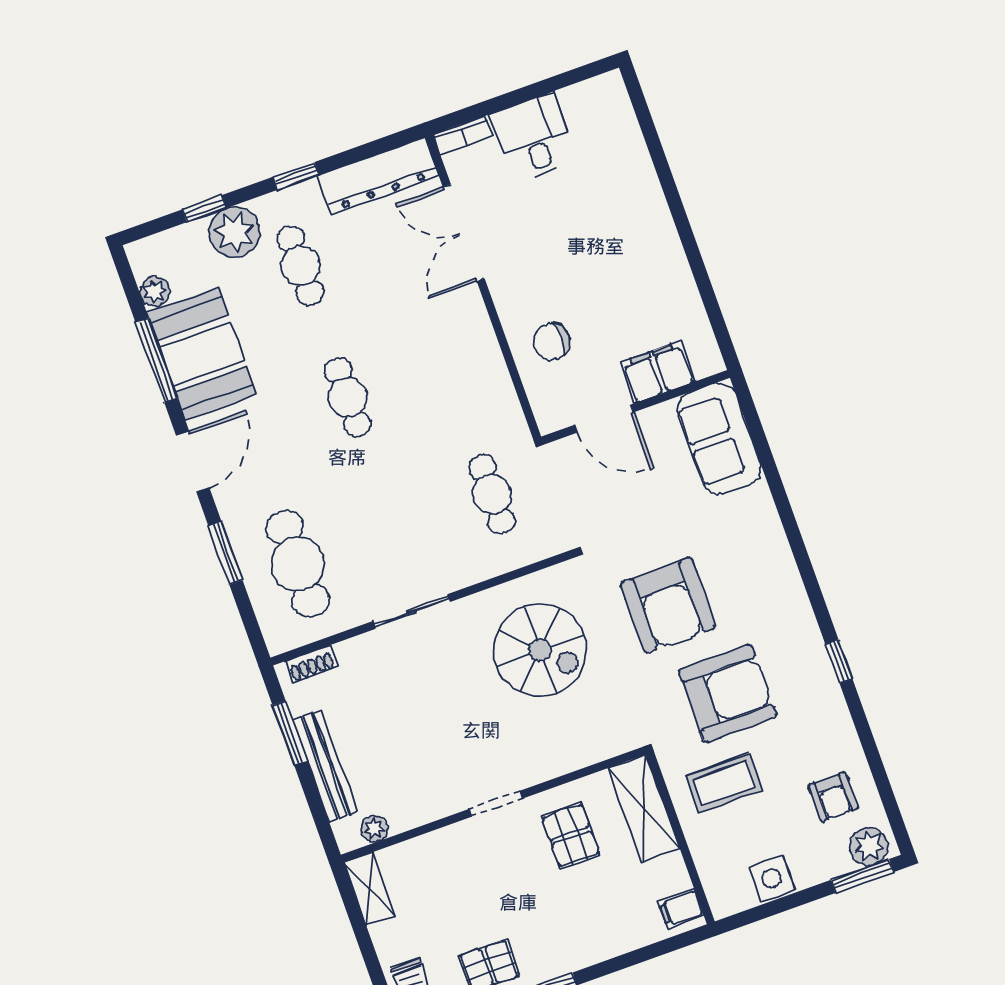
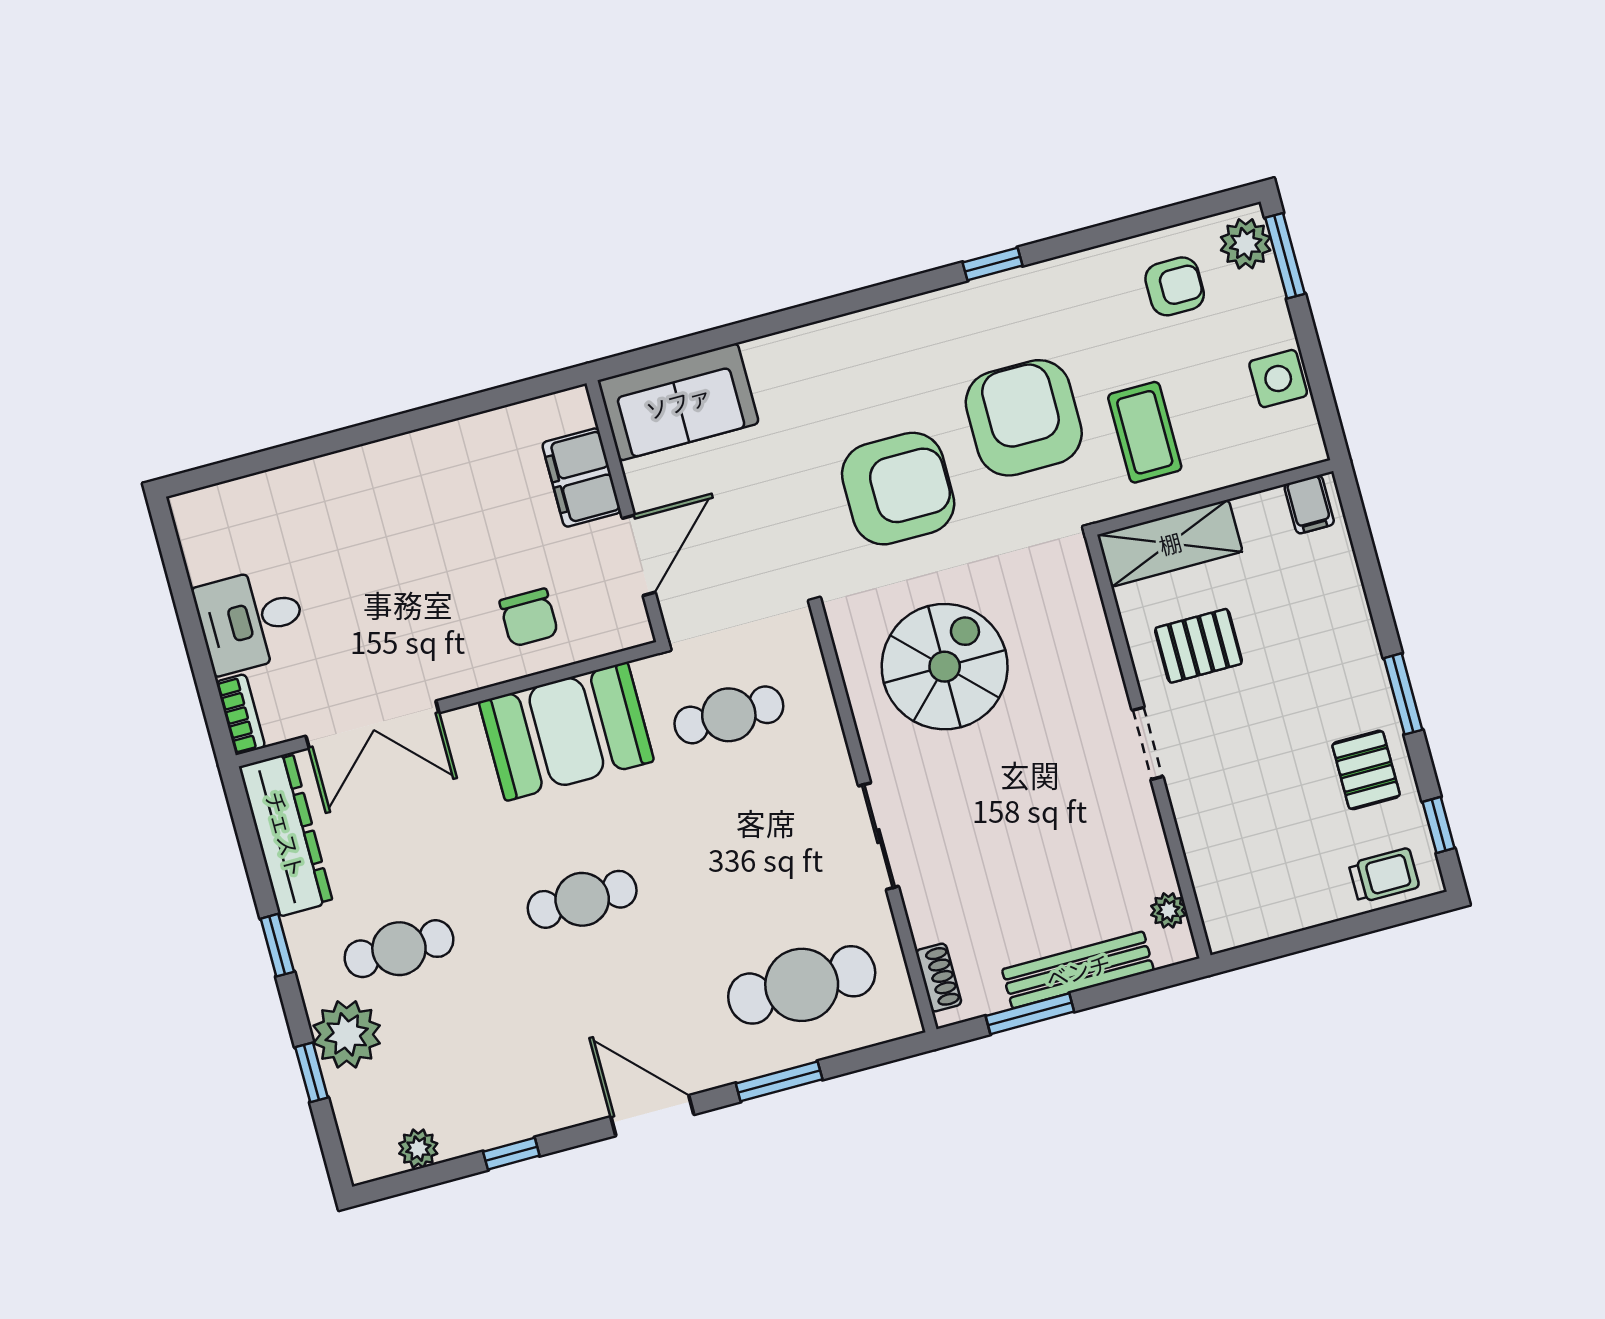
booth: (202, 354) -> (566, 732), moved
window: (156, 360) -> (511, 1154), width x0.46
shelving: (369, 889) -> (1249, 924), removed

